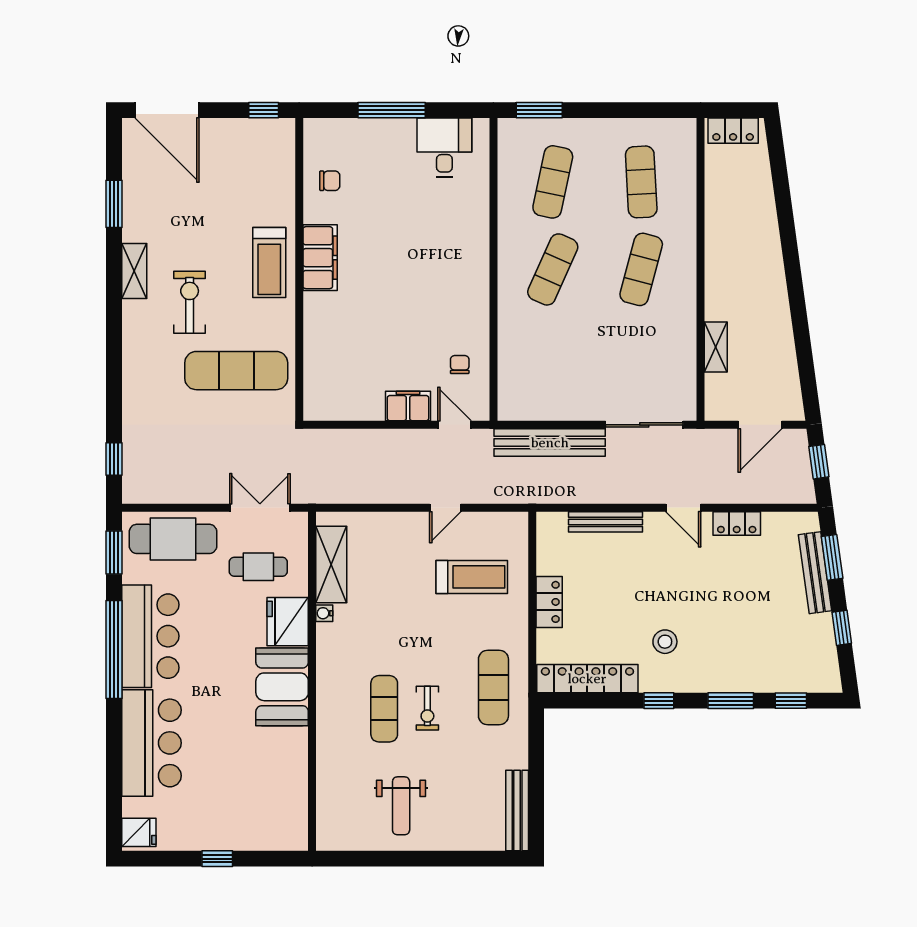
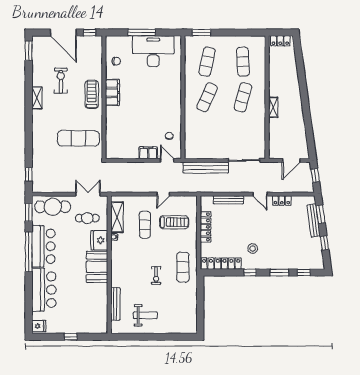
door: (167, 110) -> (63, 33), moved
desk: (444, 147) -> (153, 51), width x1.87, depth x1.30
window: (114, 204) -> (29, 51), moved
treadmill: (269, 262) -> (92, 94), turned 180
exercise bike: (190, 302) -> (61, 81), moved
shelving: (716, 347) -> (273, 107), moved
locker: (549, 602) -> (205, 227), width x1.53
exercise mat: (384, 709) -> (145, 225), moved
weight bench: (401, 806) -> (145, 315), turned -90
bench: (517, 810) -> (115, 304), moved

